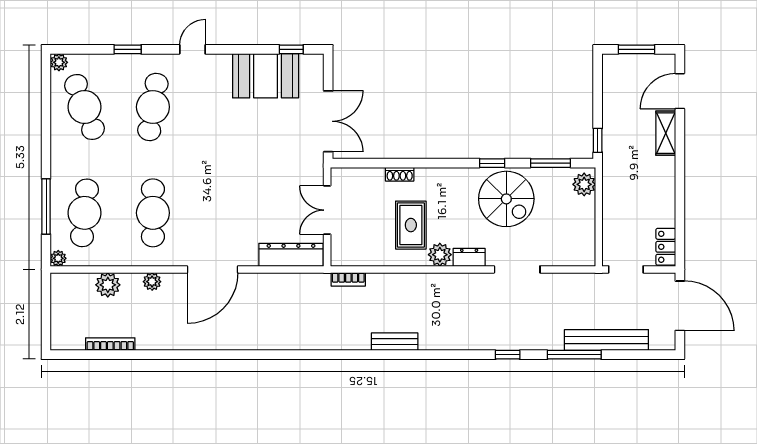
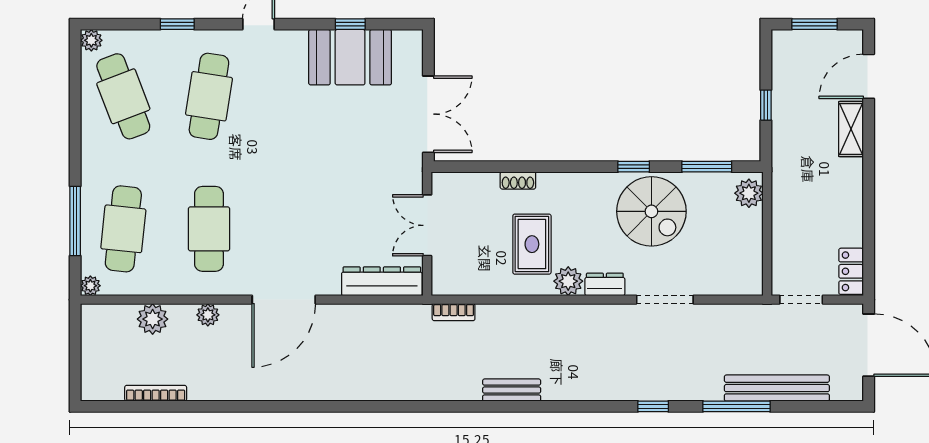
window: (291, 49) -> (350, 24), moved
window: (598, 140) -> (766, 105), moved

